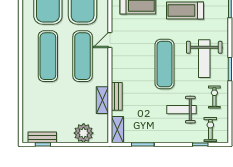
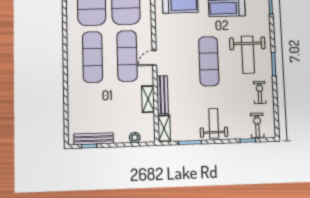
door: (110, 40) -> (154, 58), moved
bench: (117, 96) -> (162, 95), width x1.36
weight bench: (182, 110) -> (214, 123), moved, turned 90
plant: (84, 133) -> (135, 138), width x0.53, depth x0.53
bench: (42, 137) -> (94, 139), width x1.36

